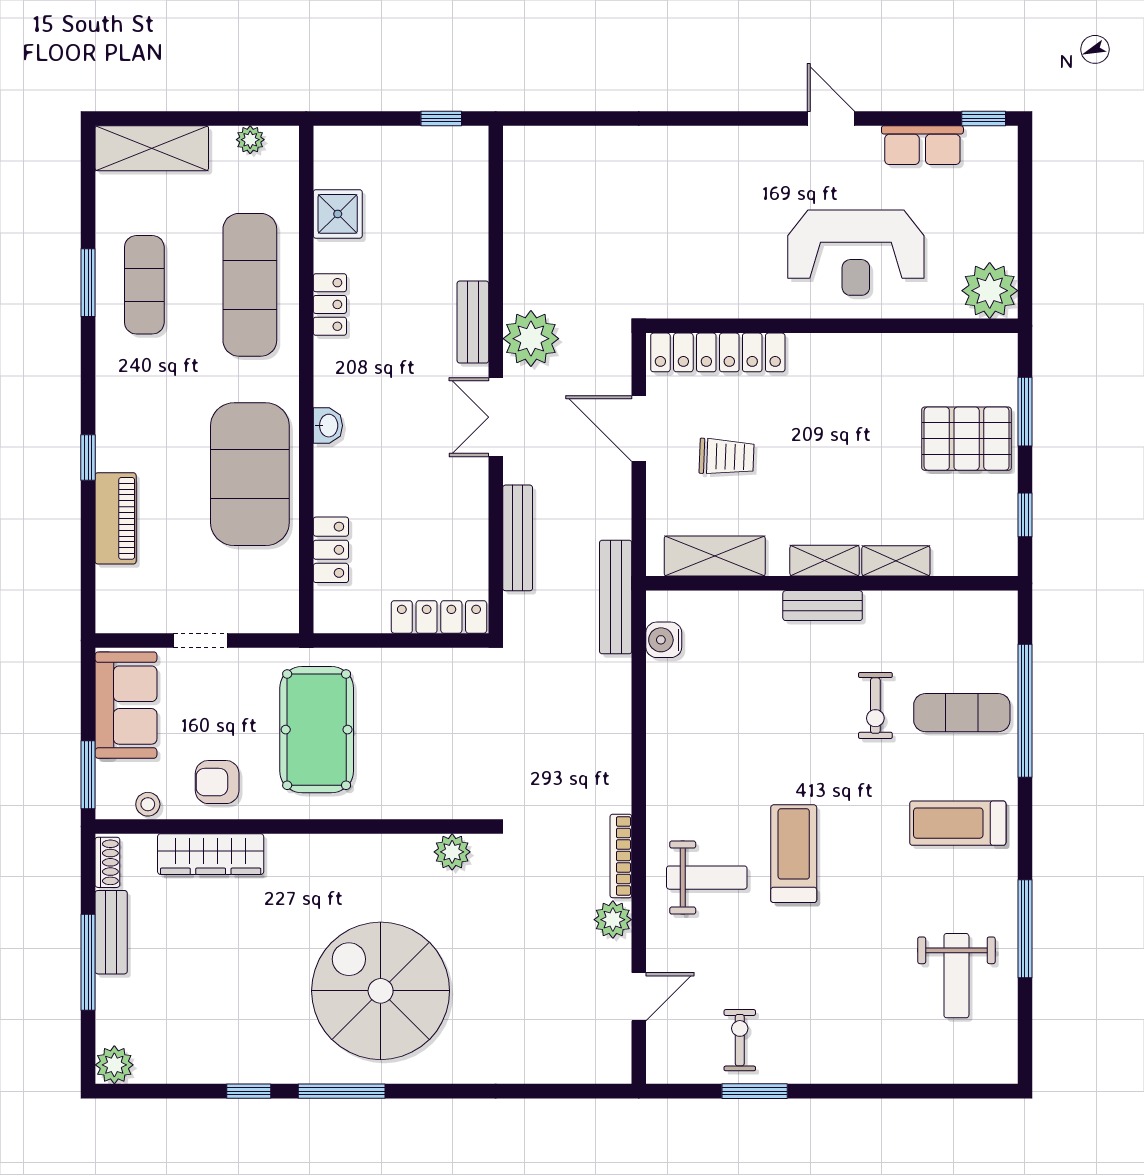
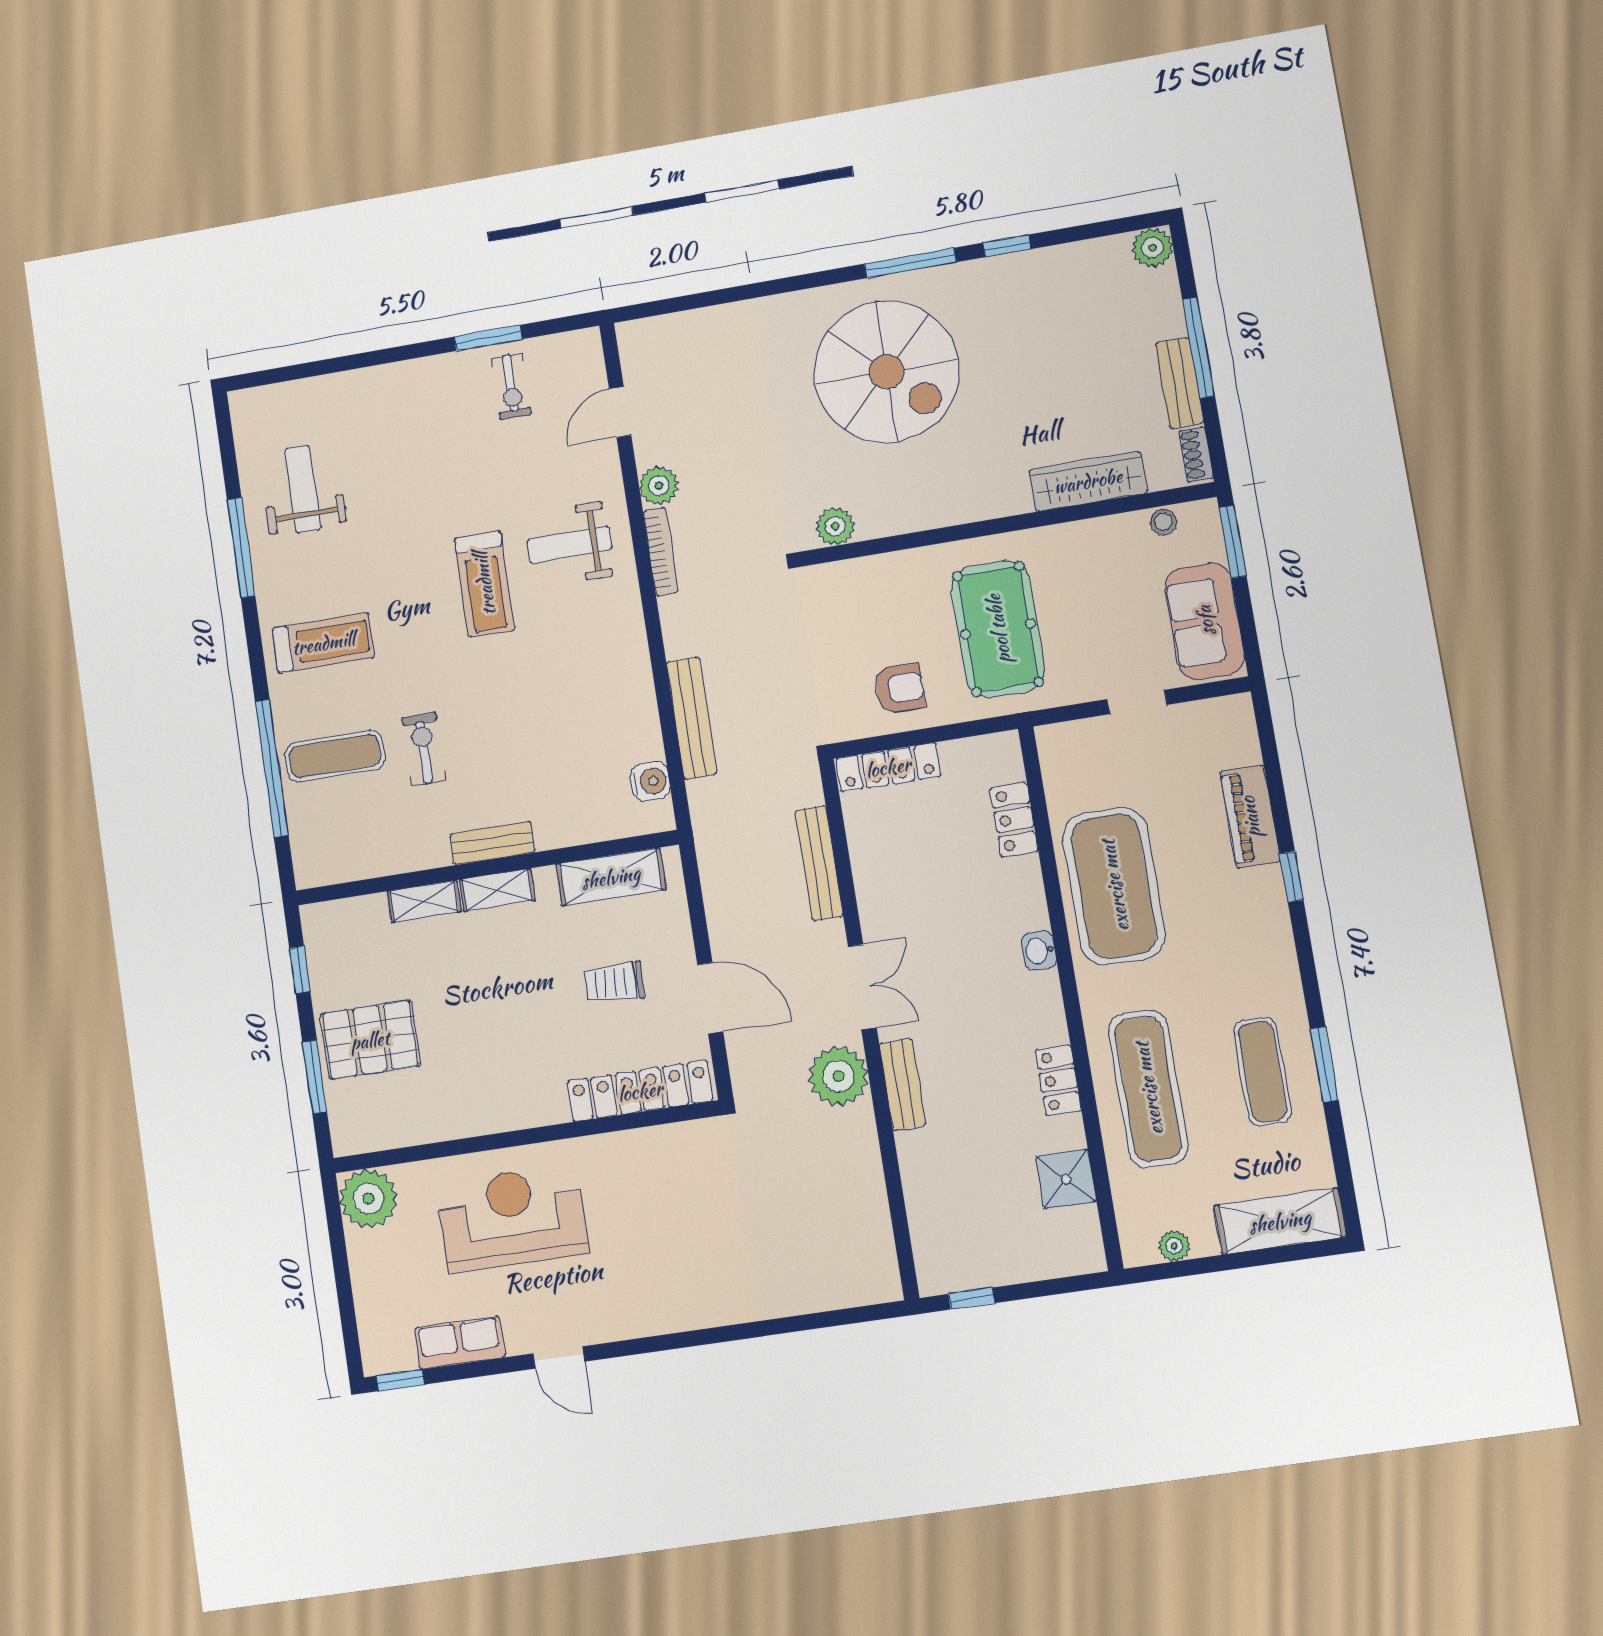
bench: (616, 597) -> (692, 718), moved
armchair: (217, 782) -> (899, 688), moved

